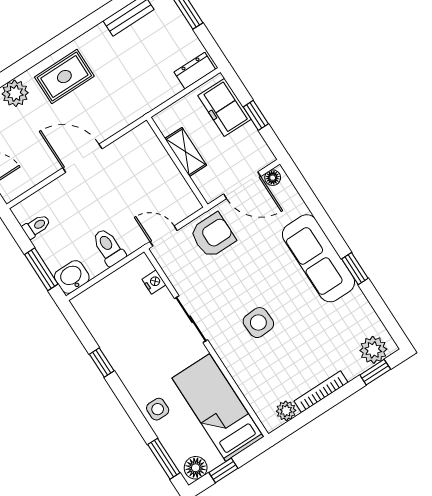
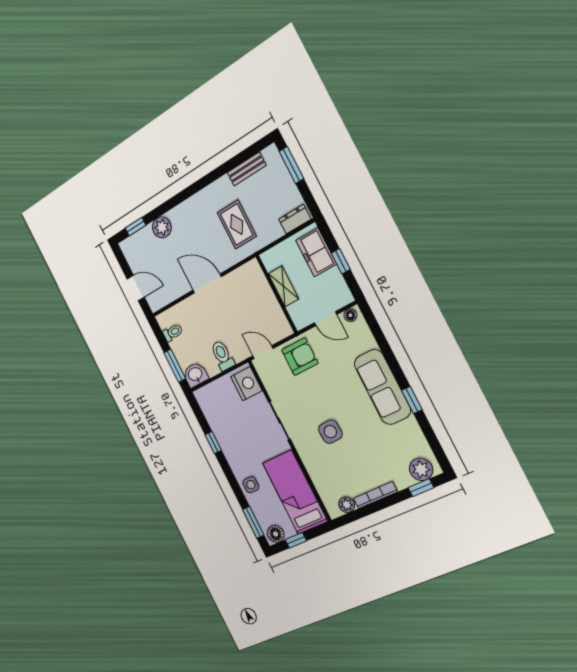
rug: (64, 77) -> (237, 224), moved, turned 90
door: (242, 185) -> (326, 319), width x0.73
nightstand: (154, 282) -> (246, 384), width x1.89, depth x1.79

